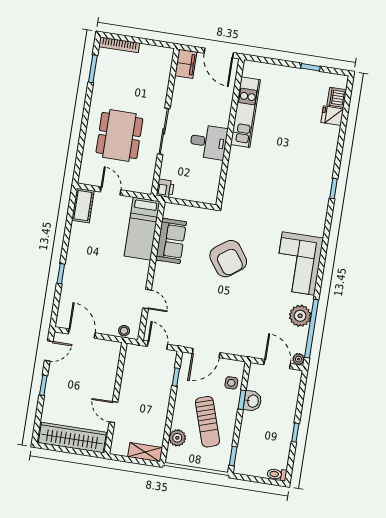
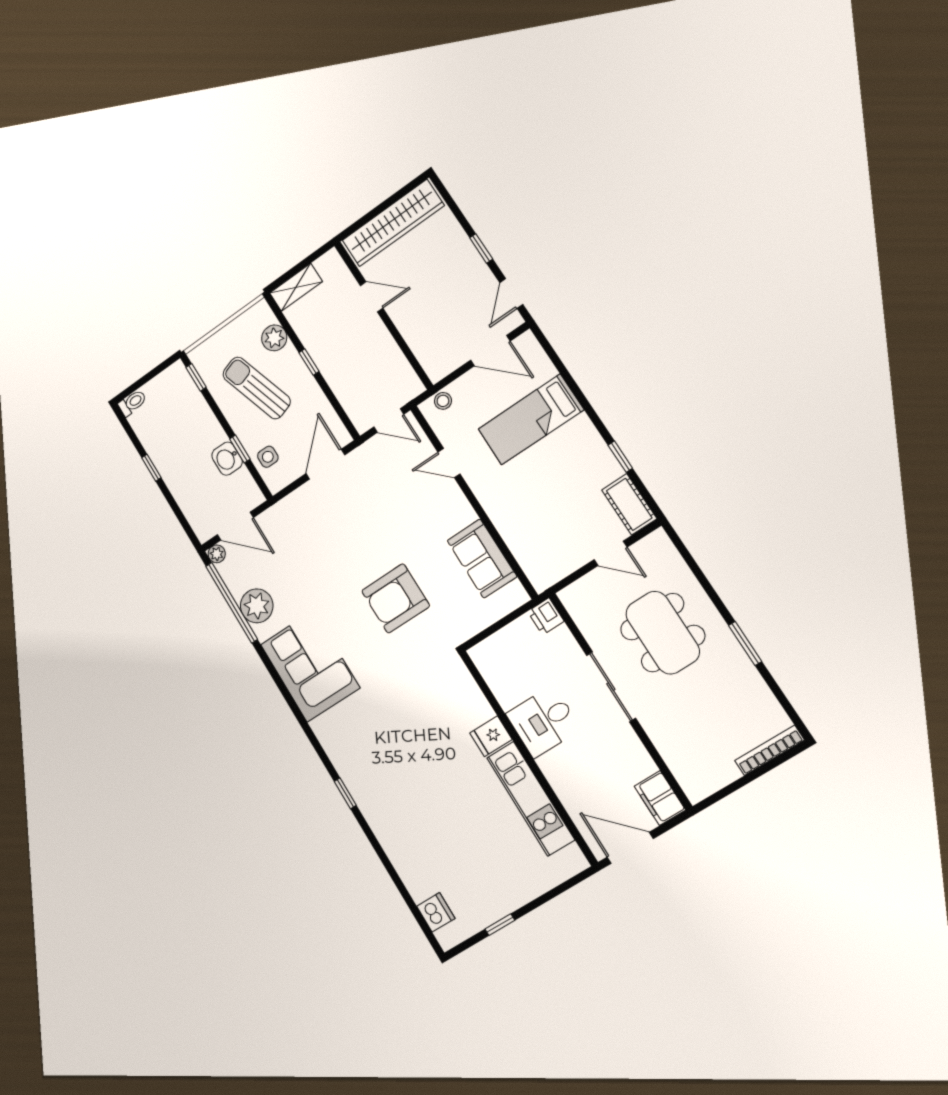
window: (93, 69) -> (745, 643), moved
fridge: (332, 116) -> (491, 736), moved, turned 180
bed: (142, 229) -> (531, 419), moved, turned -90
armchair: (228, 259) -> (396, 598), turned -54
window: (61, 274) -> (620, 457), moved
window: (176, 377) -> (309, 362), moved

